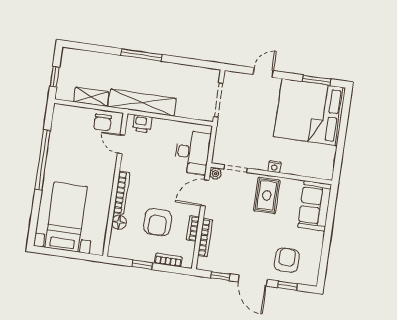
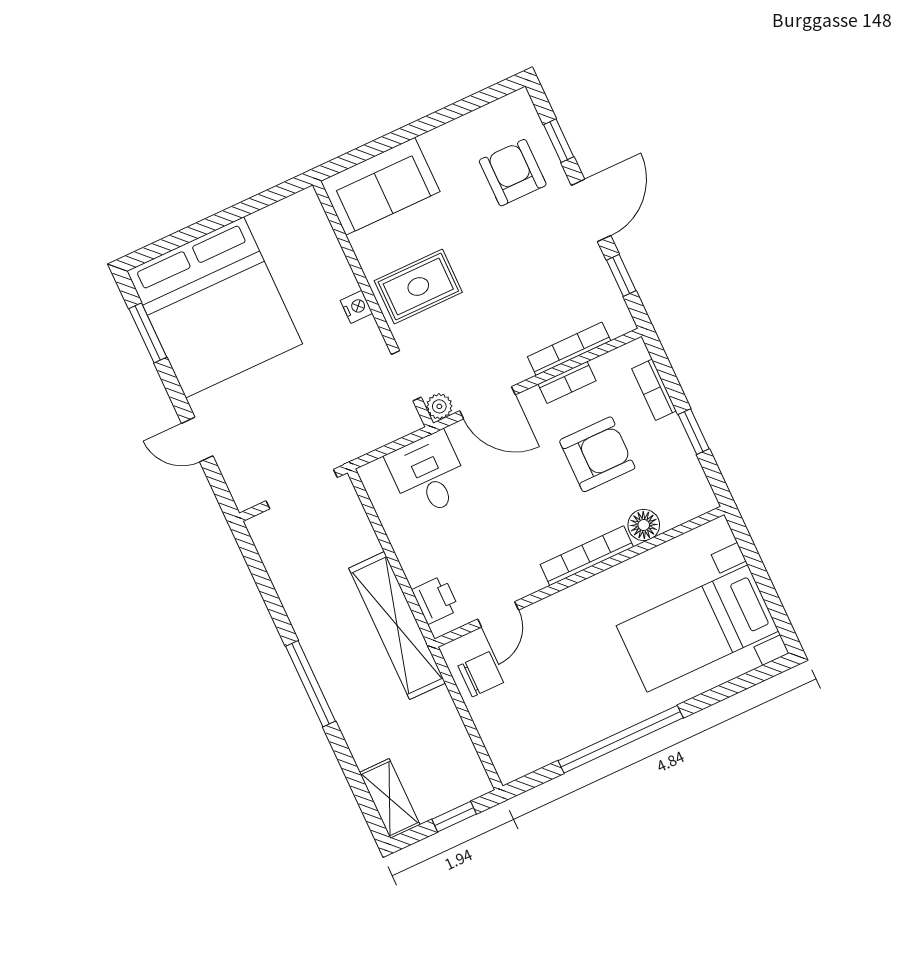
shelving: (91, 97) -> (390, 799), moved
desk: (192, 152) -> (428, 474), width x0.73
armchair: (287, 260) -> (513, 173), turned 90

